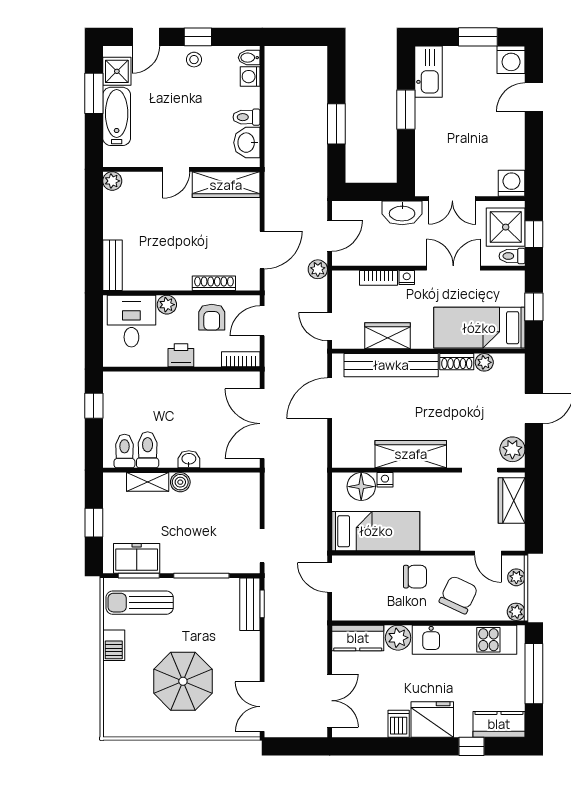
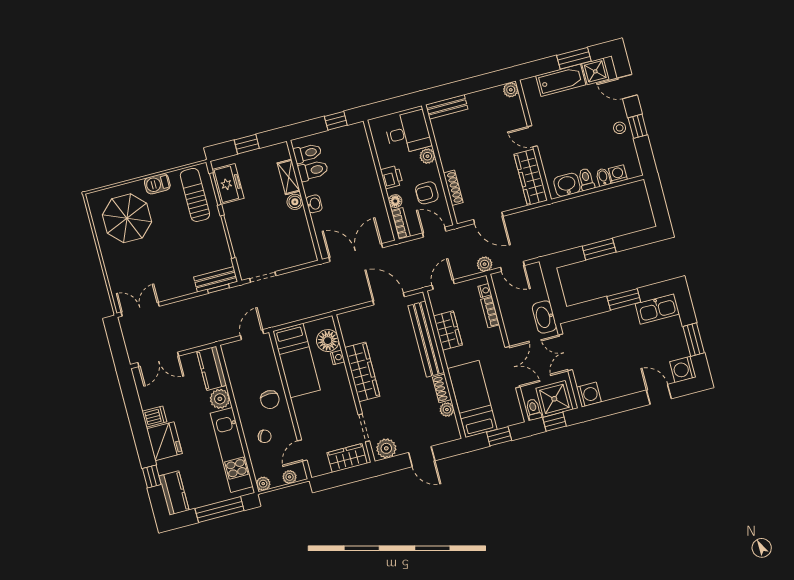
bidet: (249, 58) -> (603, 177), moved
nightstand: (407, 277) -> (485, 291), moved
floor lamp: (212, 359) -> (395, 201), added
chair: (458, 595) -> (265, 436), width x0.54, depth x0.54
parasol: (183, 681) -> (127, 218), moved

